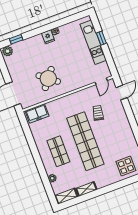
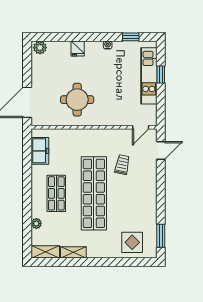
fridge: (48, 37) -> (78, 48), moved
window: (16, 39) -> (131, 37), moved
round table: (48, 79) -> (77, 100), turned -38
freezer: (37, 113) -> (40, 151), moved, turned -90

